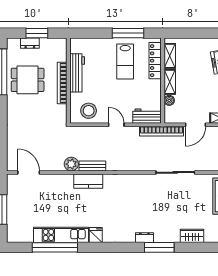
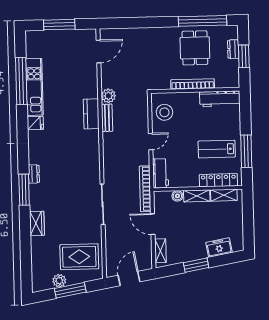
workbench: (77, 73) -> (220, 99), moved

